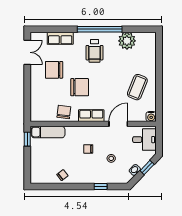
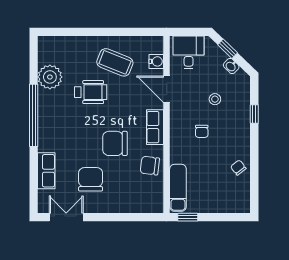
wheelchair: (95, 51) -> (91, 92), moved
chair: (54, 70) -> (91, 179), turned 180
chair: (80, 87) -> (115, 143), turned -90
water cooler: (151, 117) -> (156, 61), moved

